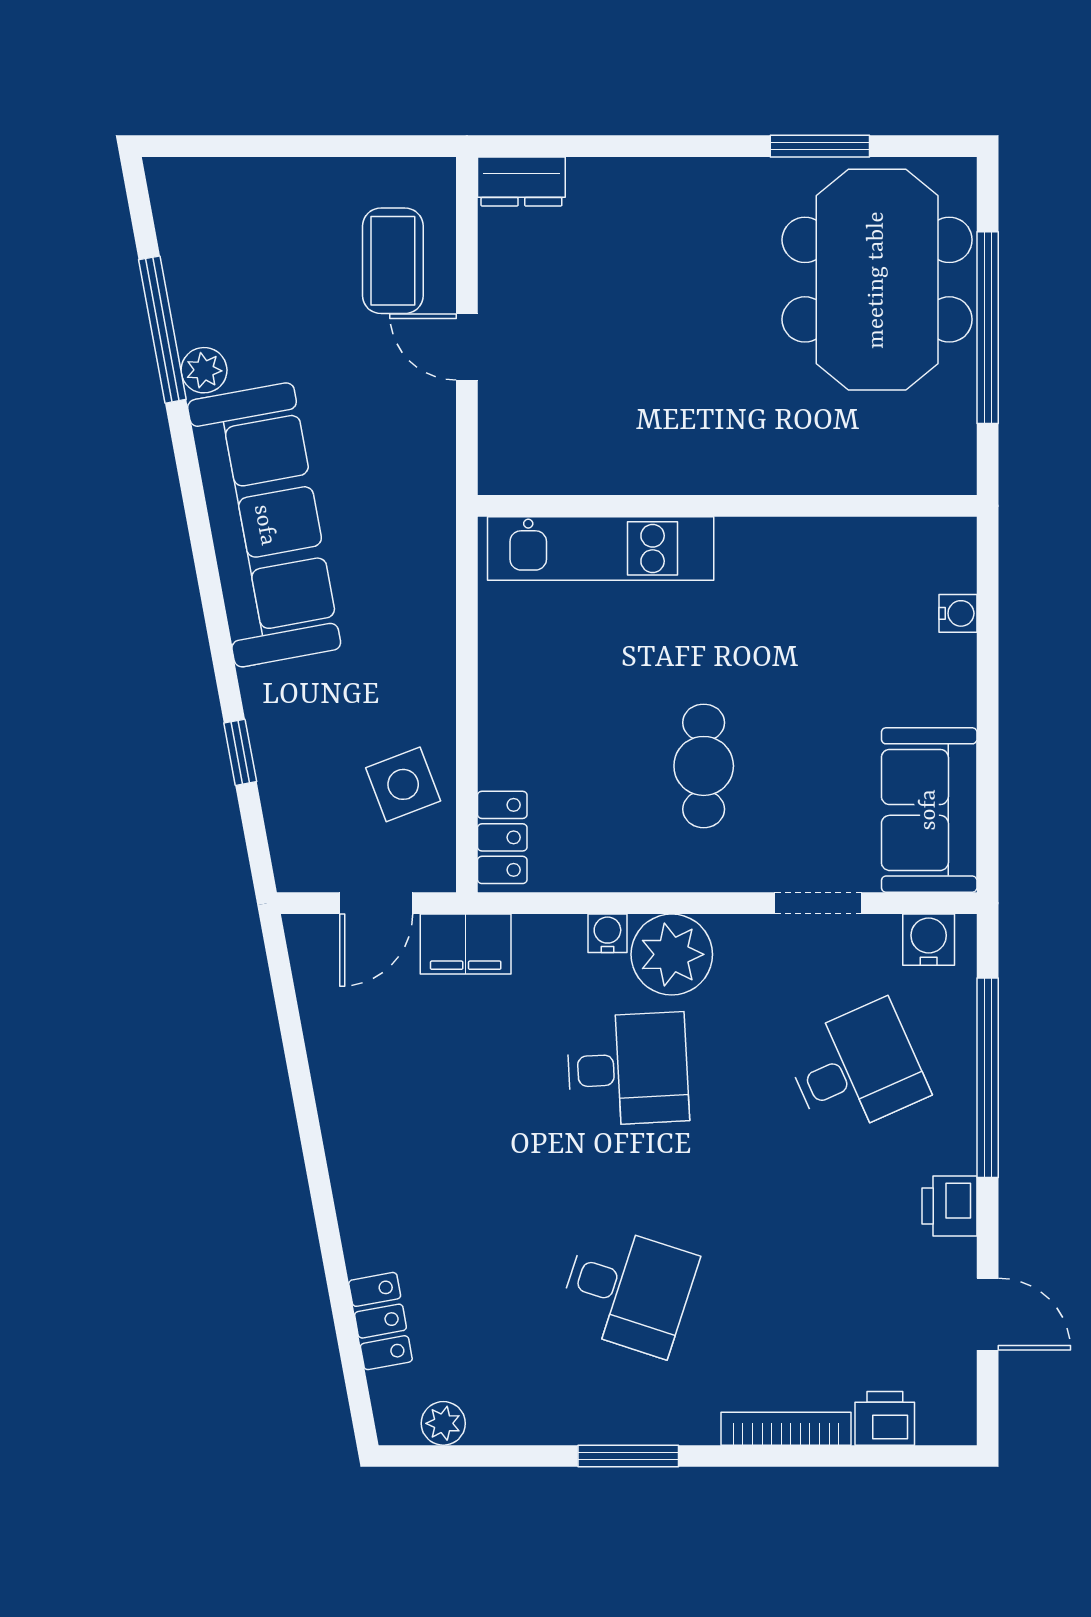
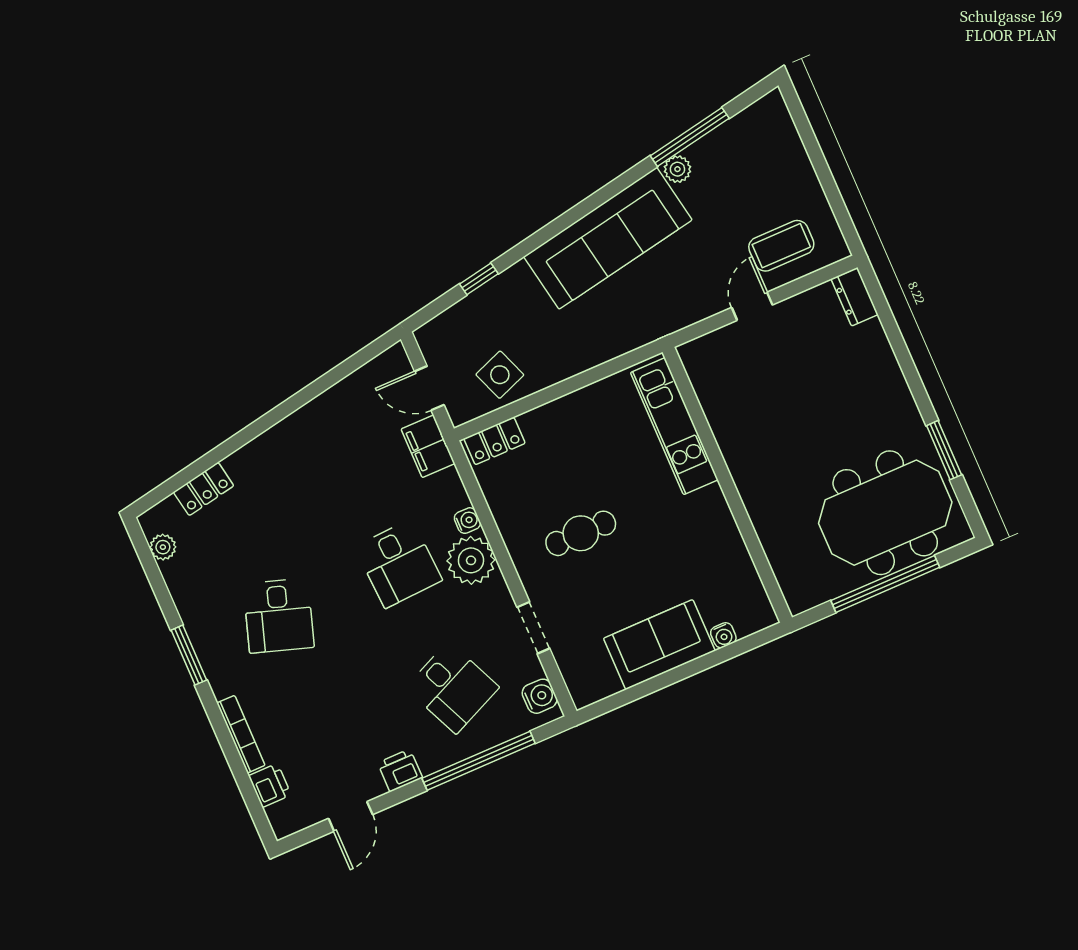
sofa: (929, 810) -> (659, 645), moved

